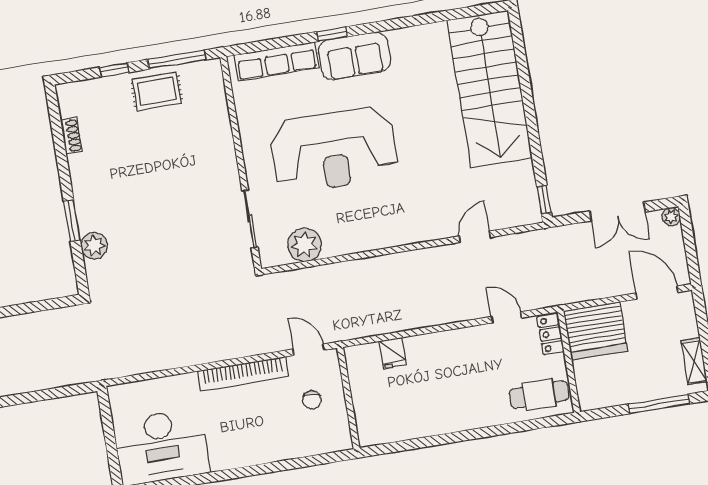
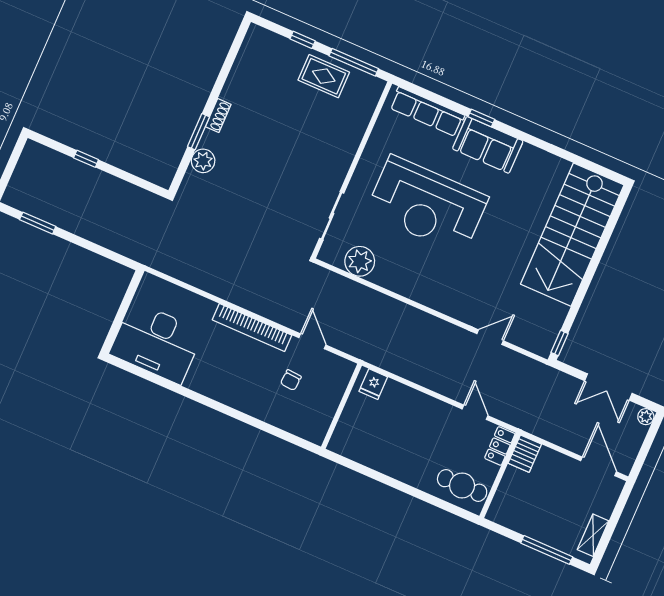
shoe rack: (71, 136) -> (218, 116), moved
server rack: (596, 331) -> (525, 454), width x0.46, depth x0.70
wall: (348, 398) -> (342, 406), moved

